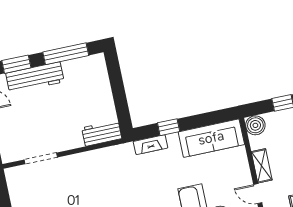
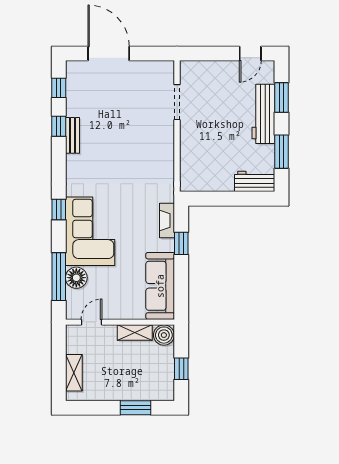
window: (66, 54) -> (282, 152), width x0.69
workbench: (102, 133) -> (255, 181), moved, turned -90
shelving: (262, 166) -> (135, 333), moved

